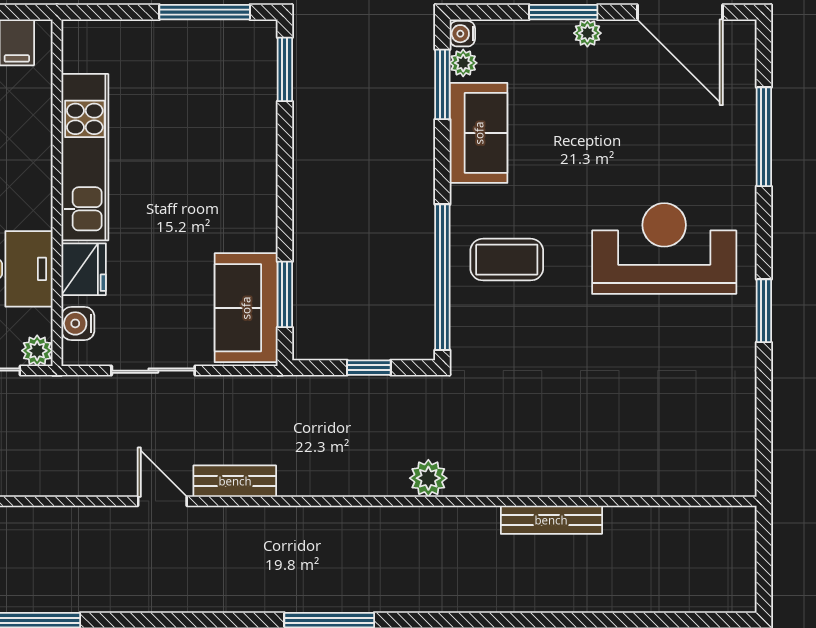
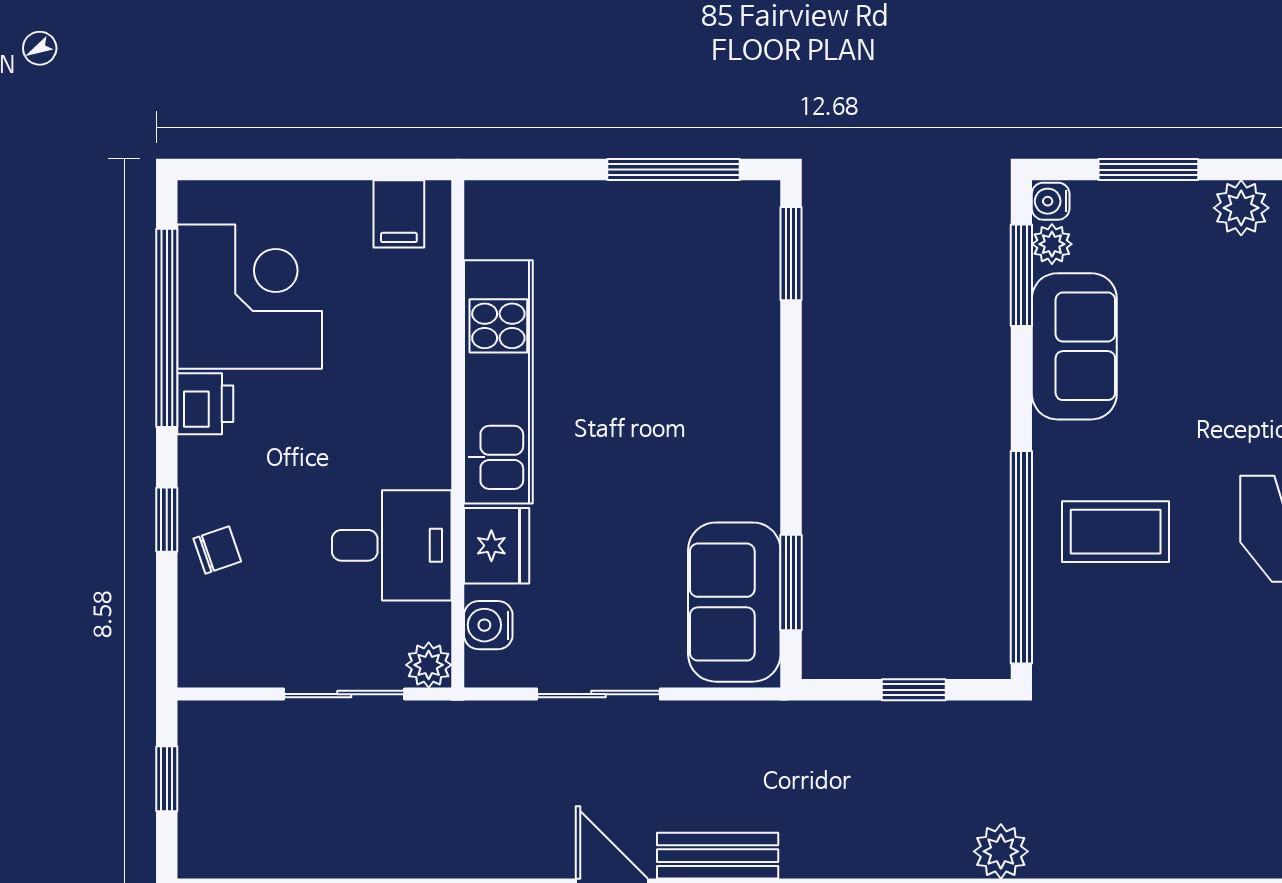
window: (563, 12) -> (1148, 170), moved
plant: (587, 33) -> (1241, 208), width x1.38, depth x1.38

